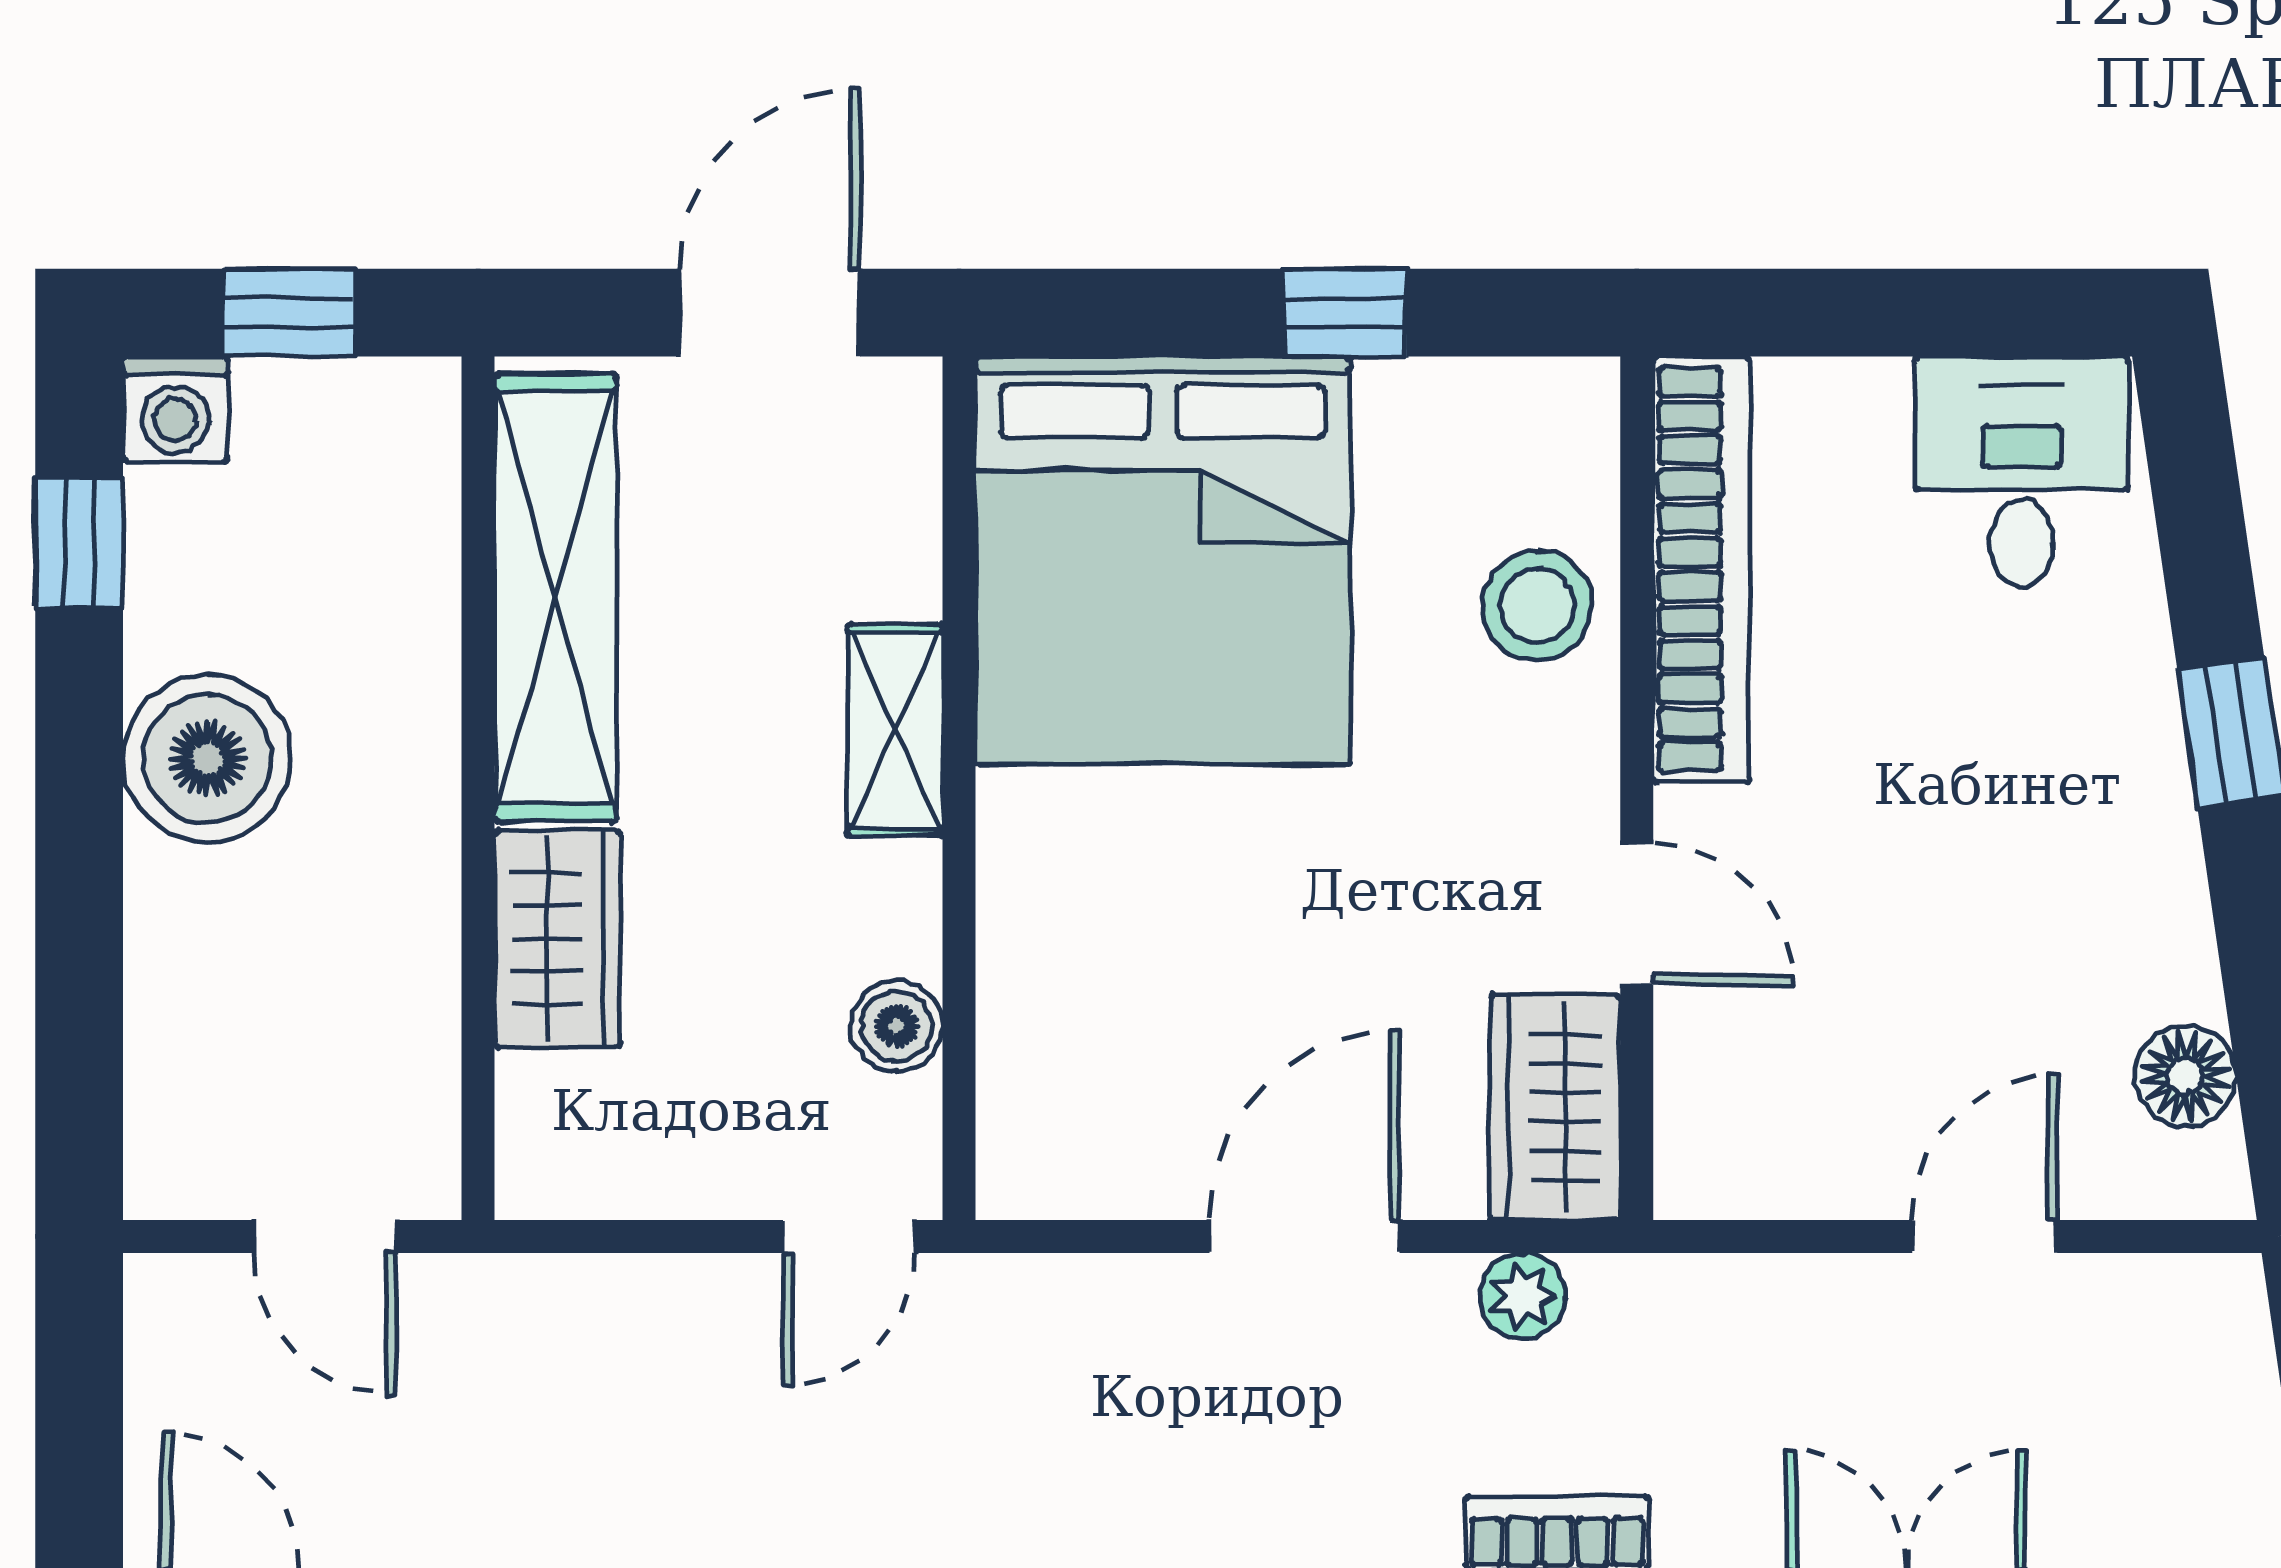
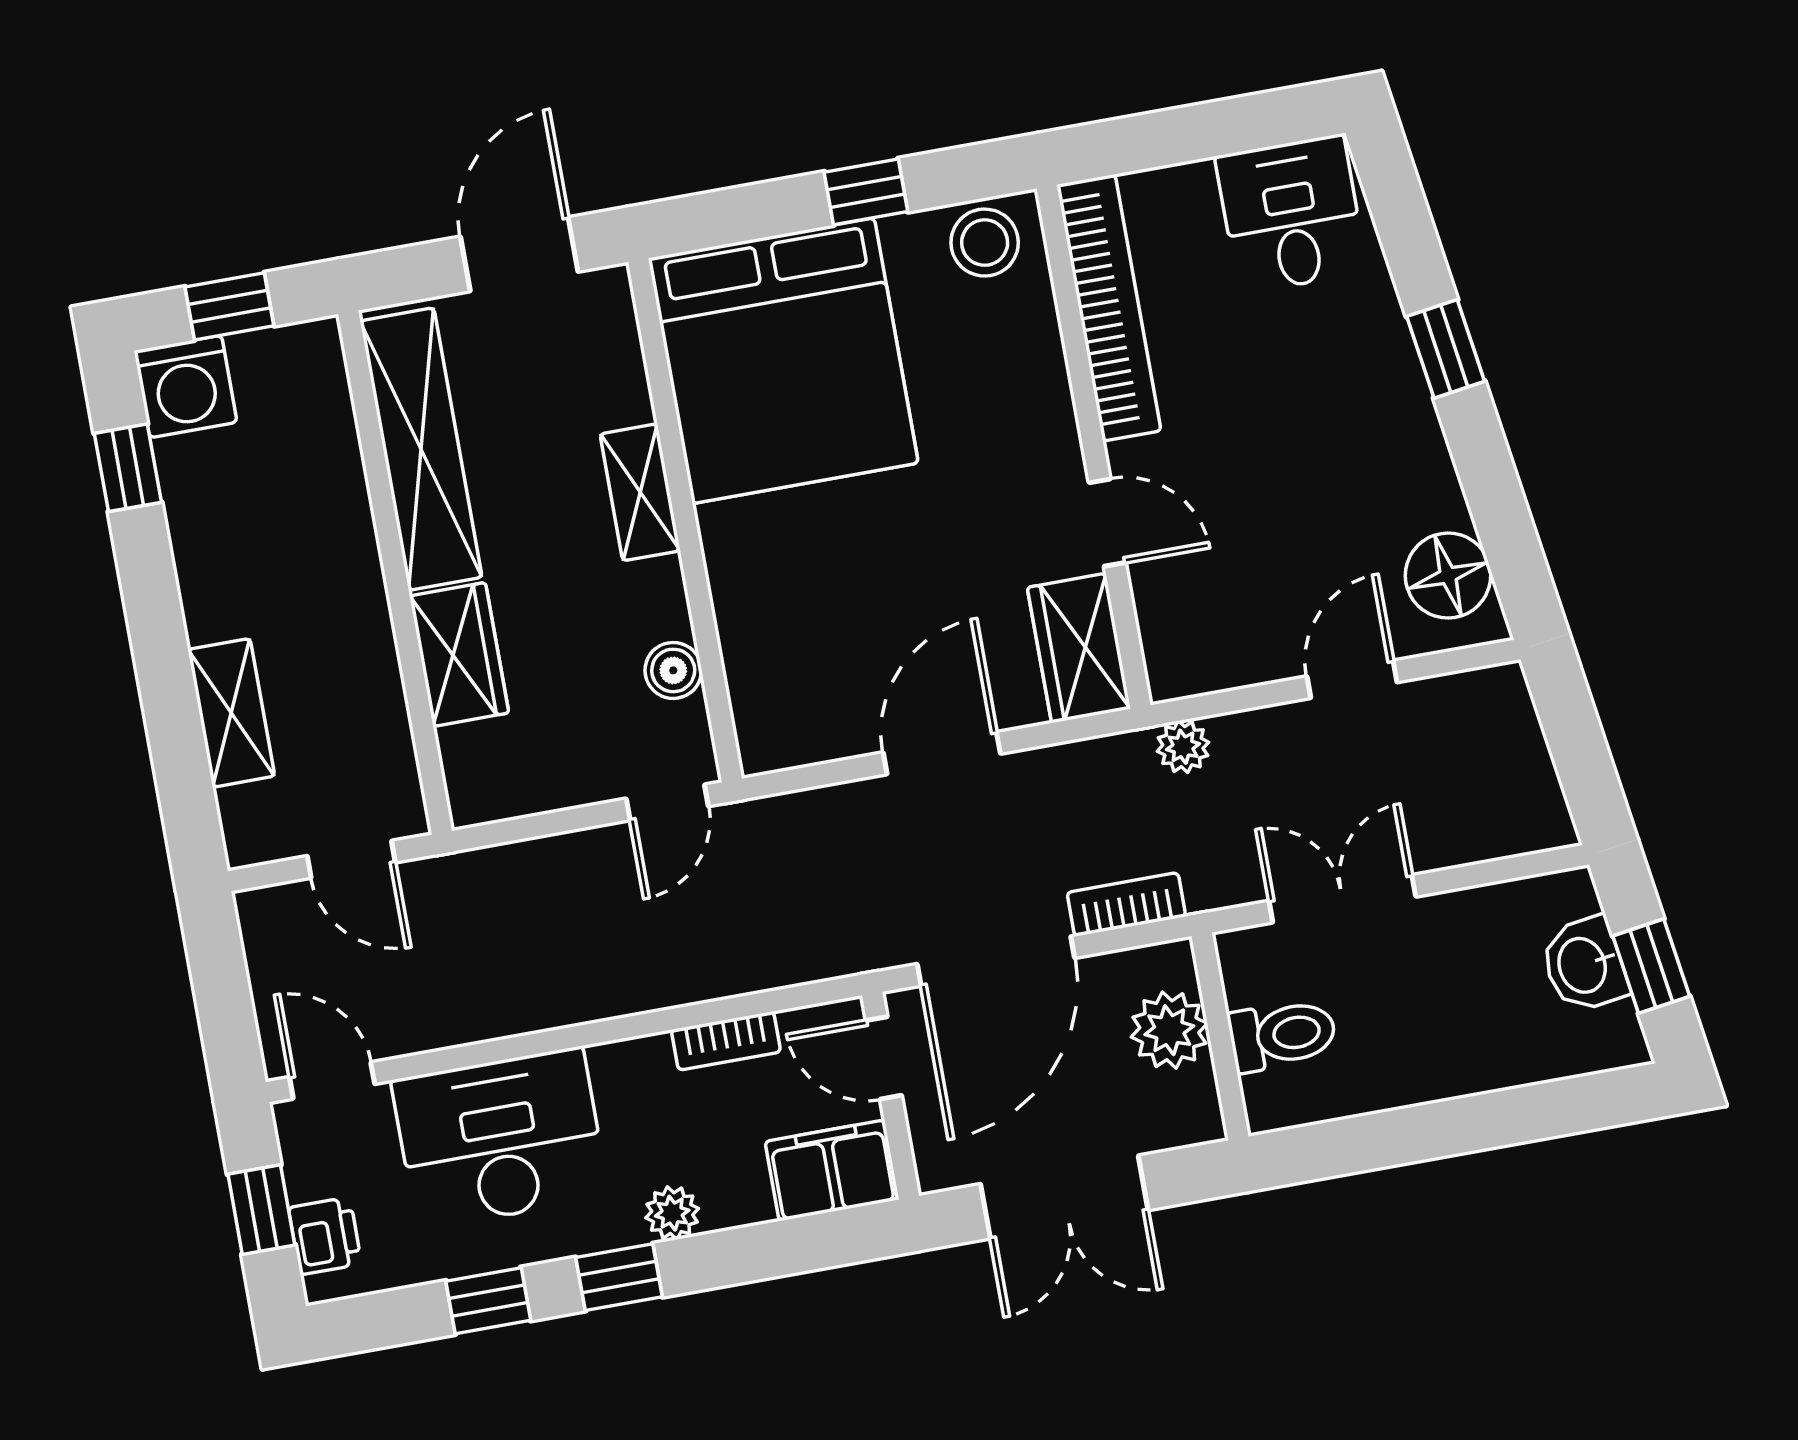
washing machine: (175, 409) -> (186, 387), width x1.38, depth x1.38
stool: (1537, 605) -> (985, 243), moved
boiler: (207, 759) -> (229, 584), removed
shelving: (174, 966) -> (231, 713), added
floor lamp: (2185, 1076) -> (1448, 576), width x1.38, depth x1.38
plant: (1522, 1296) -> (1183, 747), moved

